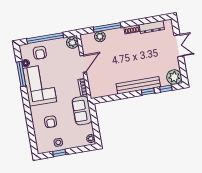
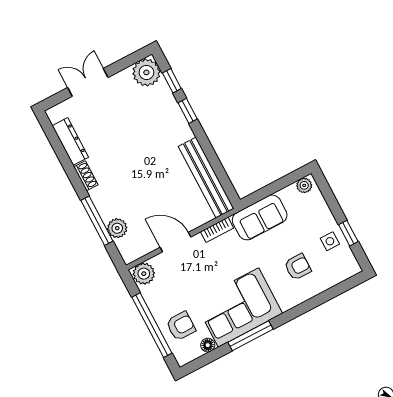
window: (21, 74) -> (250, 336), moved
bench: (138, 85) -> (206, 178), moved

